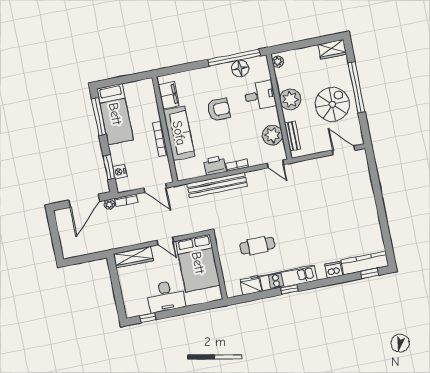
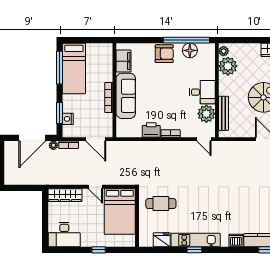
desk: (260, 95) -> (202, 92), moved
plant: (290, 99) -> (228, 66), moved
armchair: (219, 109) -> (164, 54), moved
bench: (293, 136) -> (224, 113), width x1.36
bench: (217, 185) -> (150, 147), removed
cafe table: (257, 246) -> (161, 204), moved
desk: (166, 296) -> (64, 235), moved
window: (148, 318) -> (99, 250), moved

